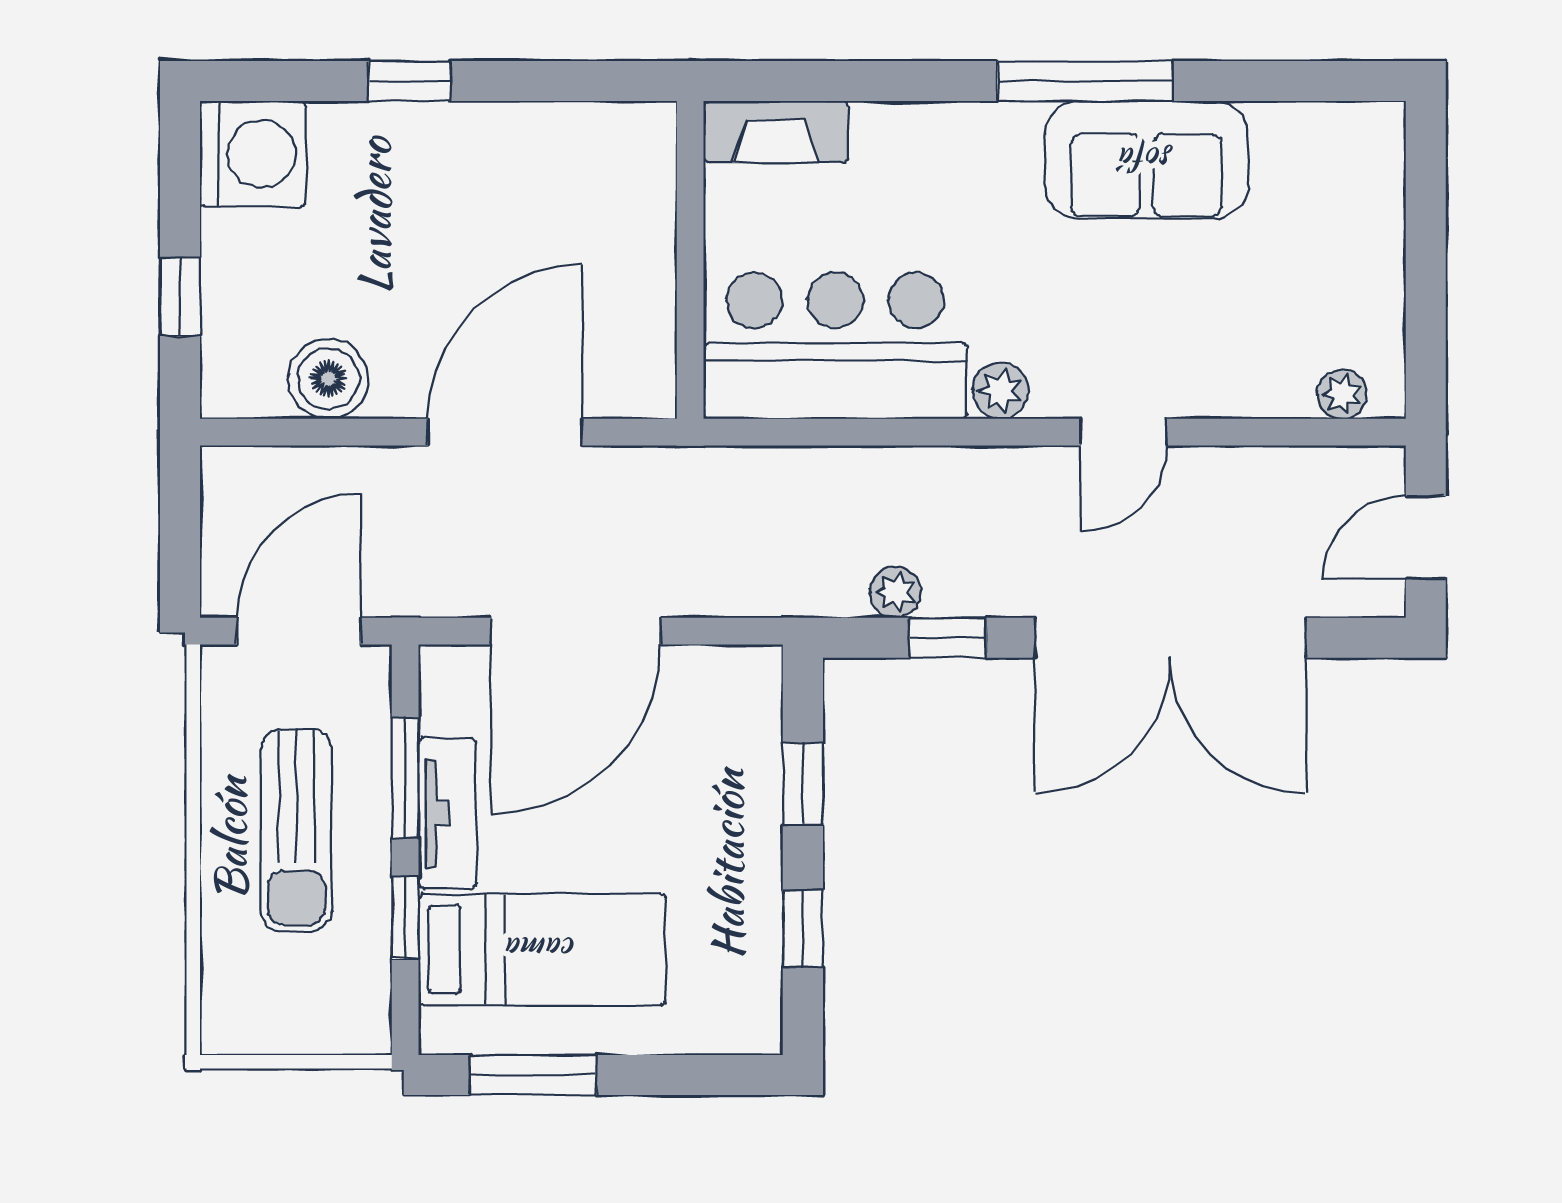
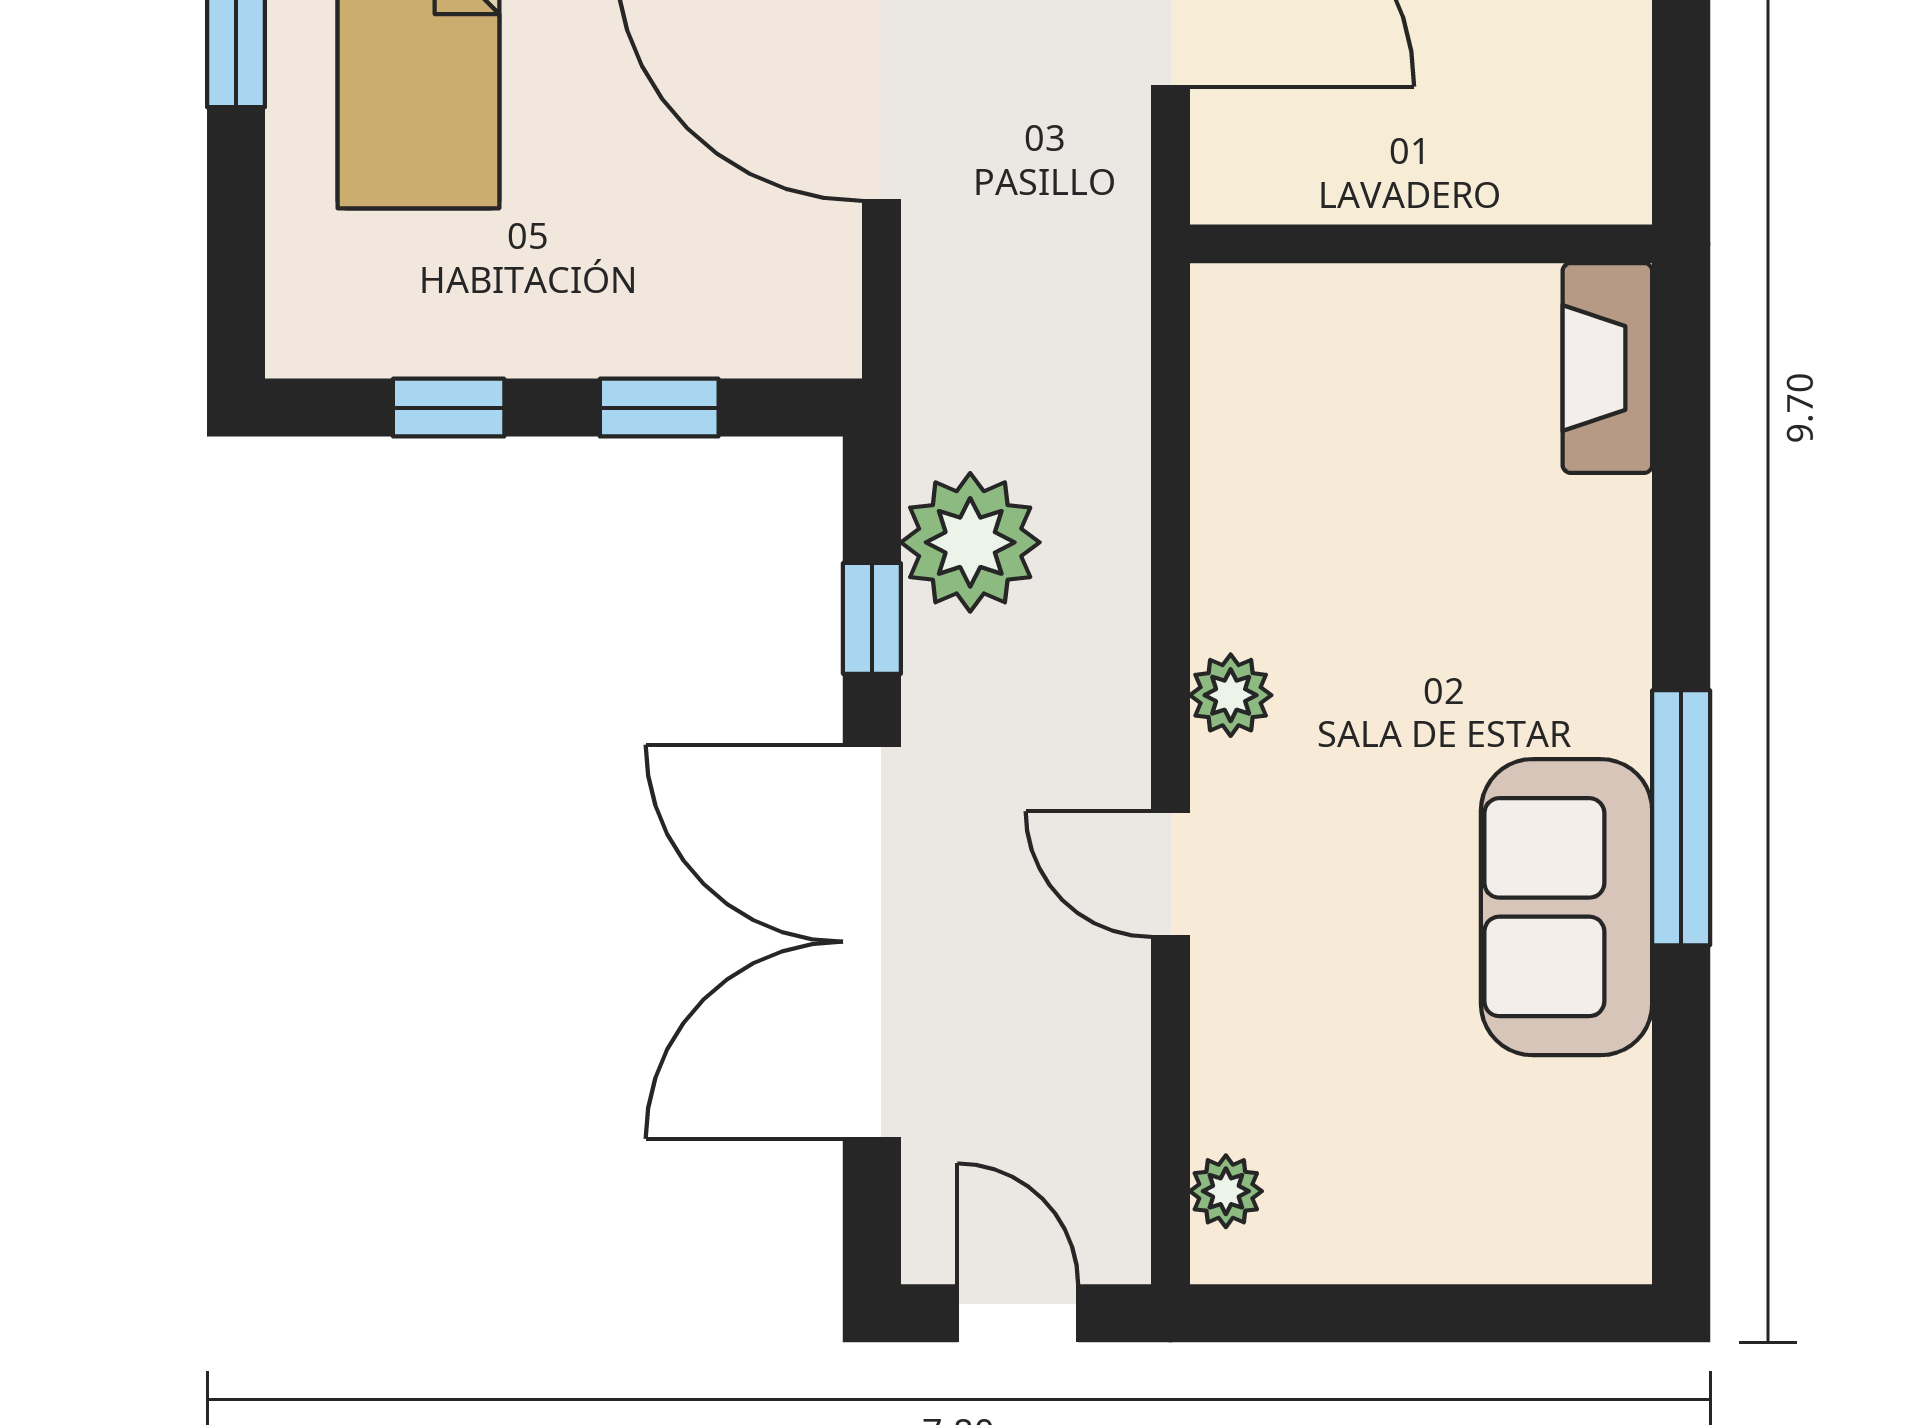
bar counter: (835, 346) -> (1296, 455), removed
plant: (896, 592) -> (970, 542), width x1.87, depth x1.87

